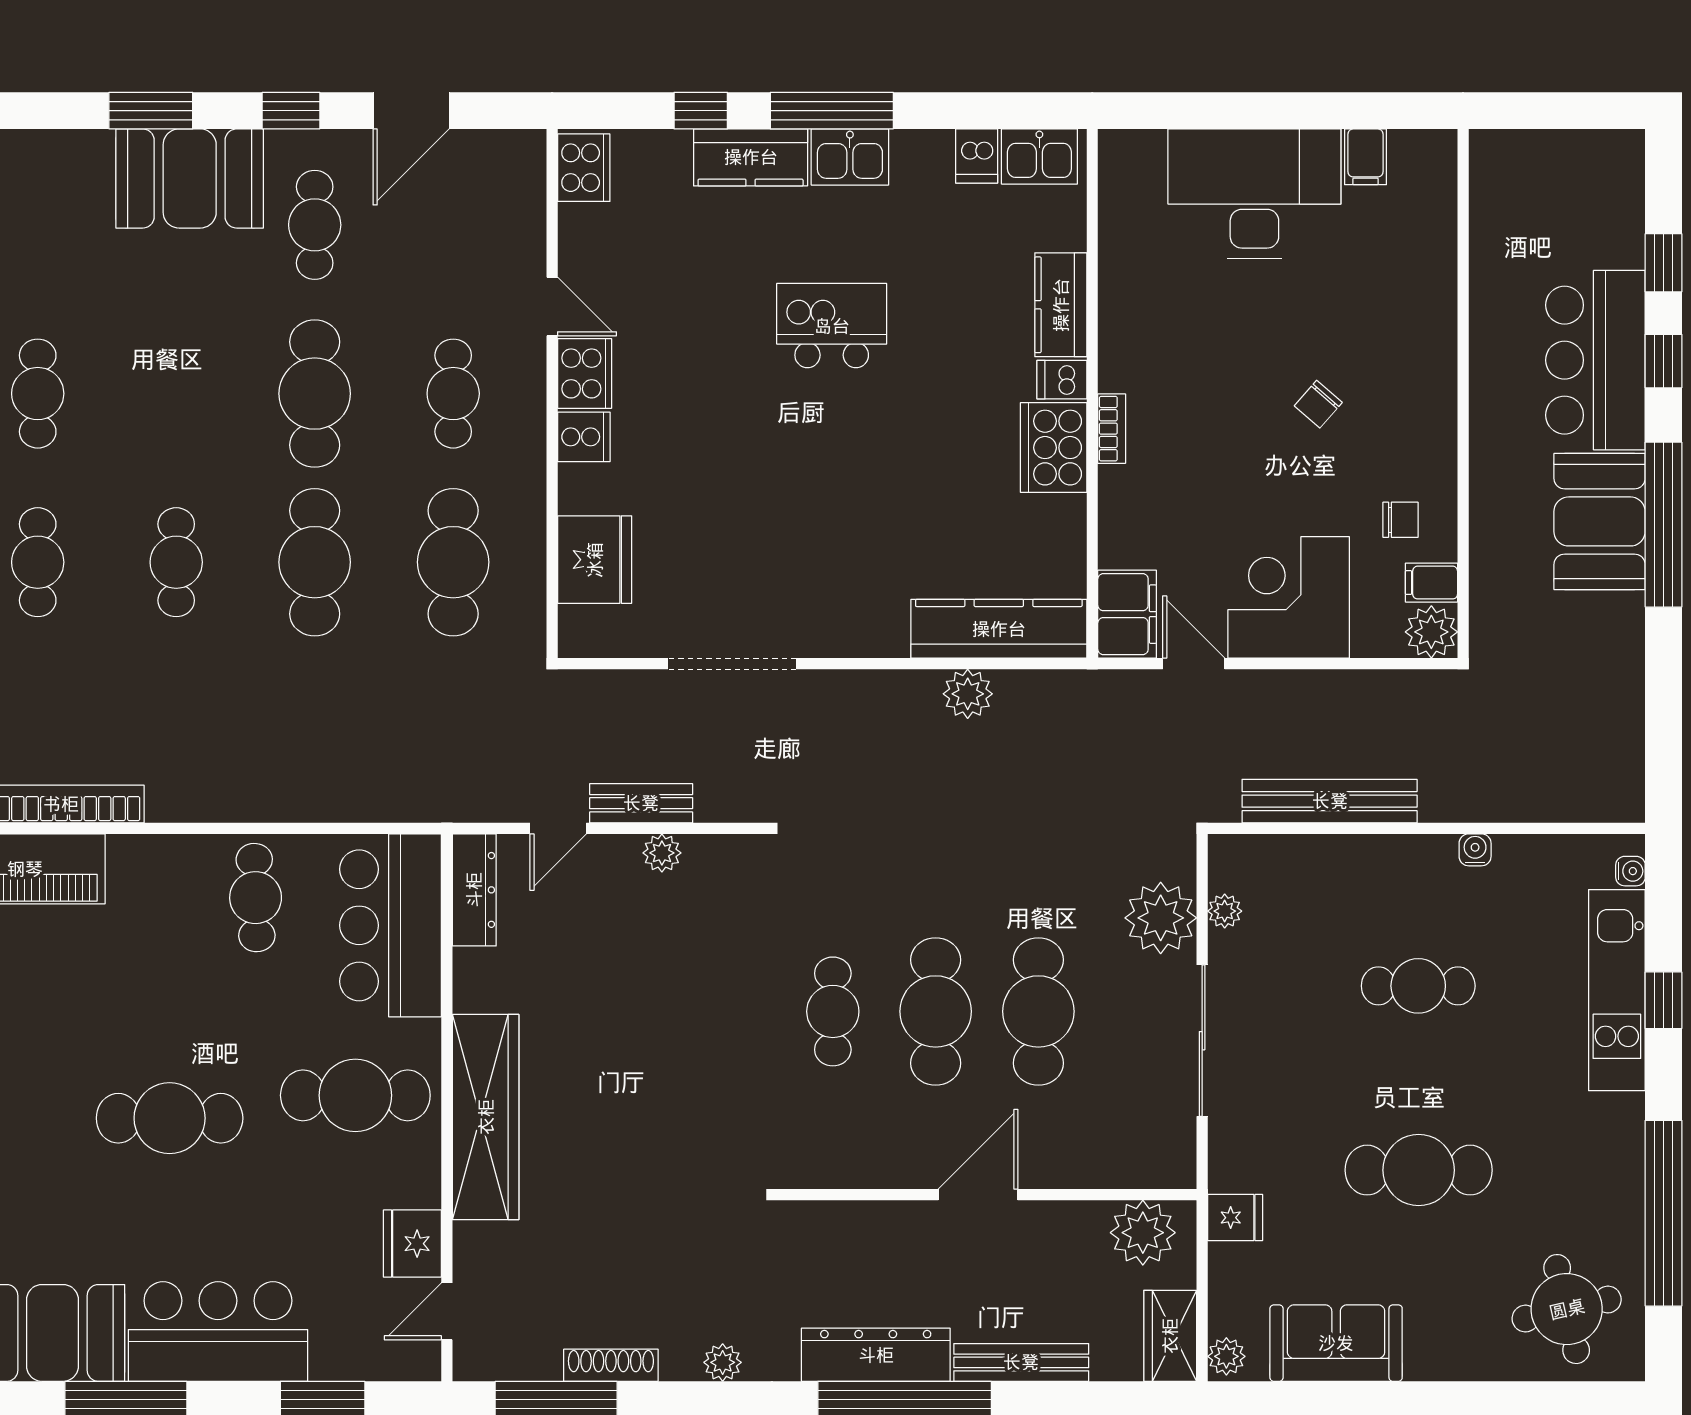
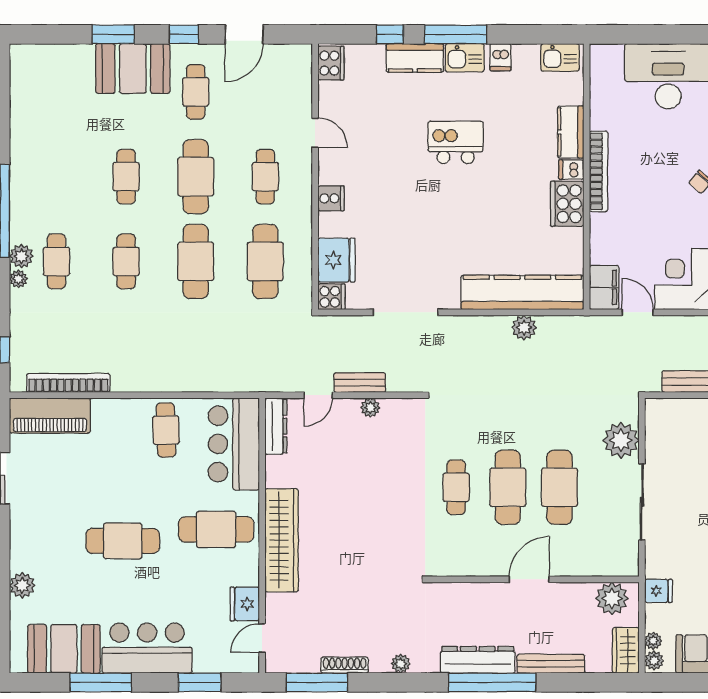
dishwasher: (977, 156) -> (500, 57), moved
cooker: (585, 373) -> (331, 297), moved, width x0.73
cafe table: (38, 394) -> (126, 177), moved
bookcase: (1112, 429) -> (598, 171), width x2.31, depth x1.31
kitchen counter: (999, 629) -> (522, 292), width x1.39, depth x1.17
plant: (1225, 911) -> (653, 641), moved

